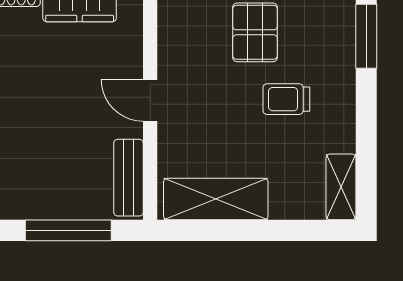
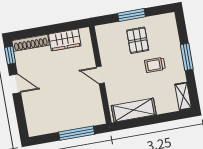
window: (366, 36) -> (187, 57), moved
bench: (128, 178) -> (97, 108), removed

